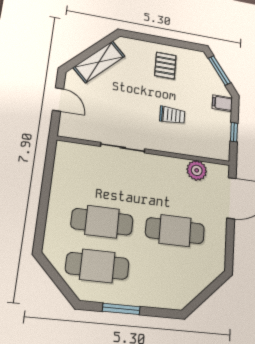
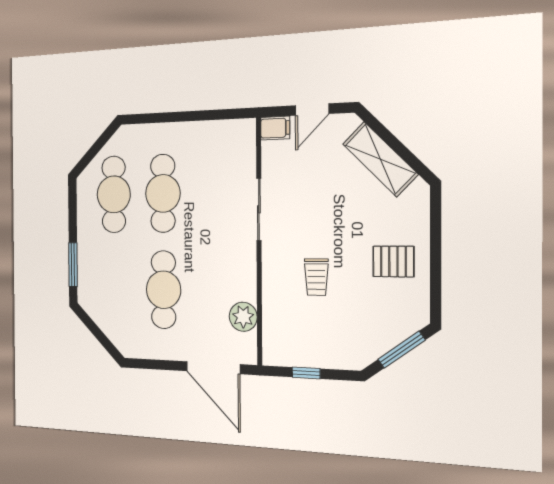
filing cabinet: (222, 103) -> (275, 128), moved, turned 90
window: (121, 309) -> (73, 265), moved

